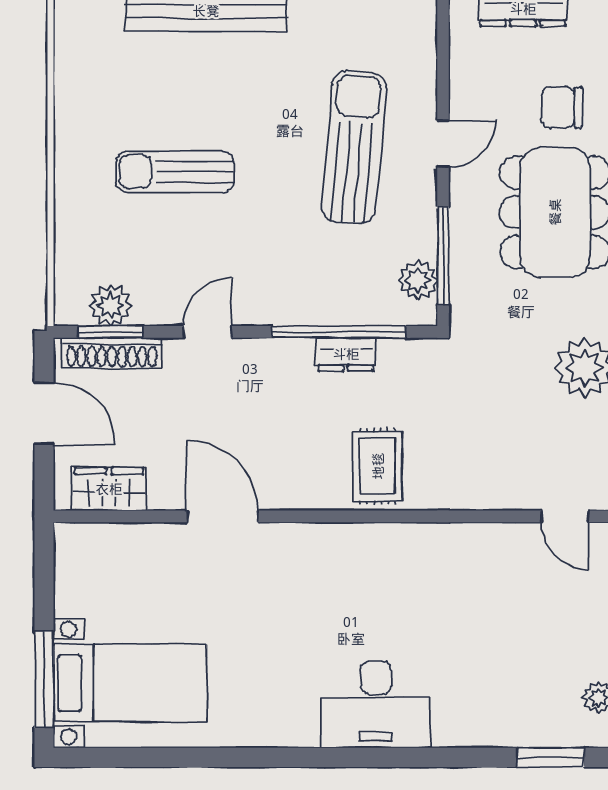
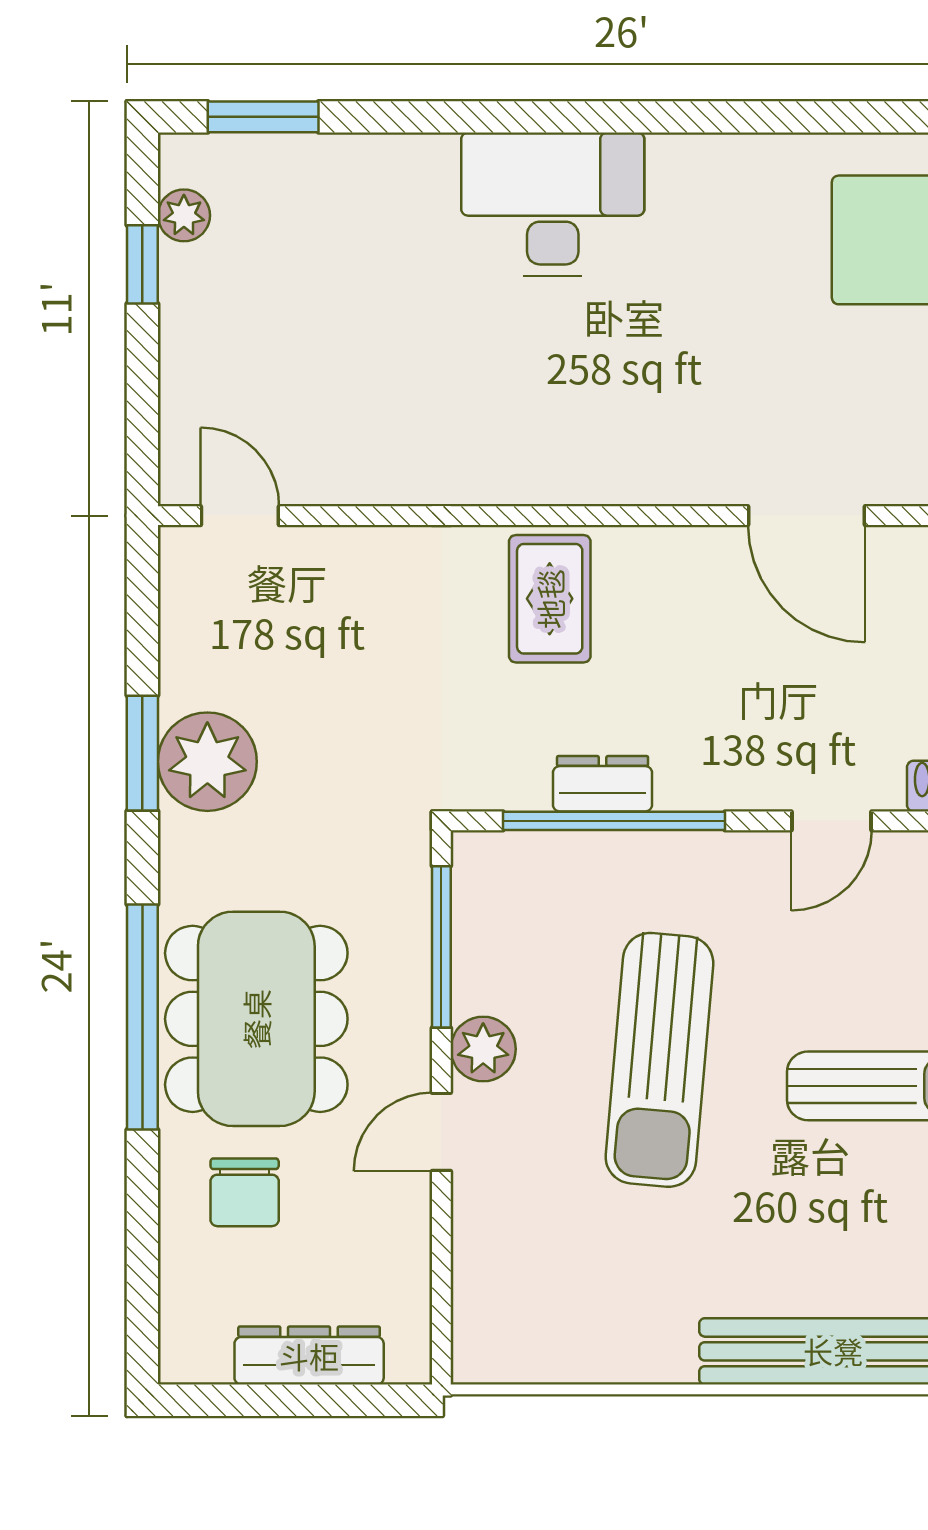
chair: (562, 107) -> (245, 1192), turned 90
sun lounger: (354, 147) -> (659, 1060), moved
plant: (418, 280) -> (483, 1049), moved

